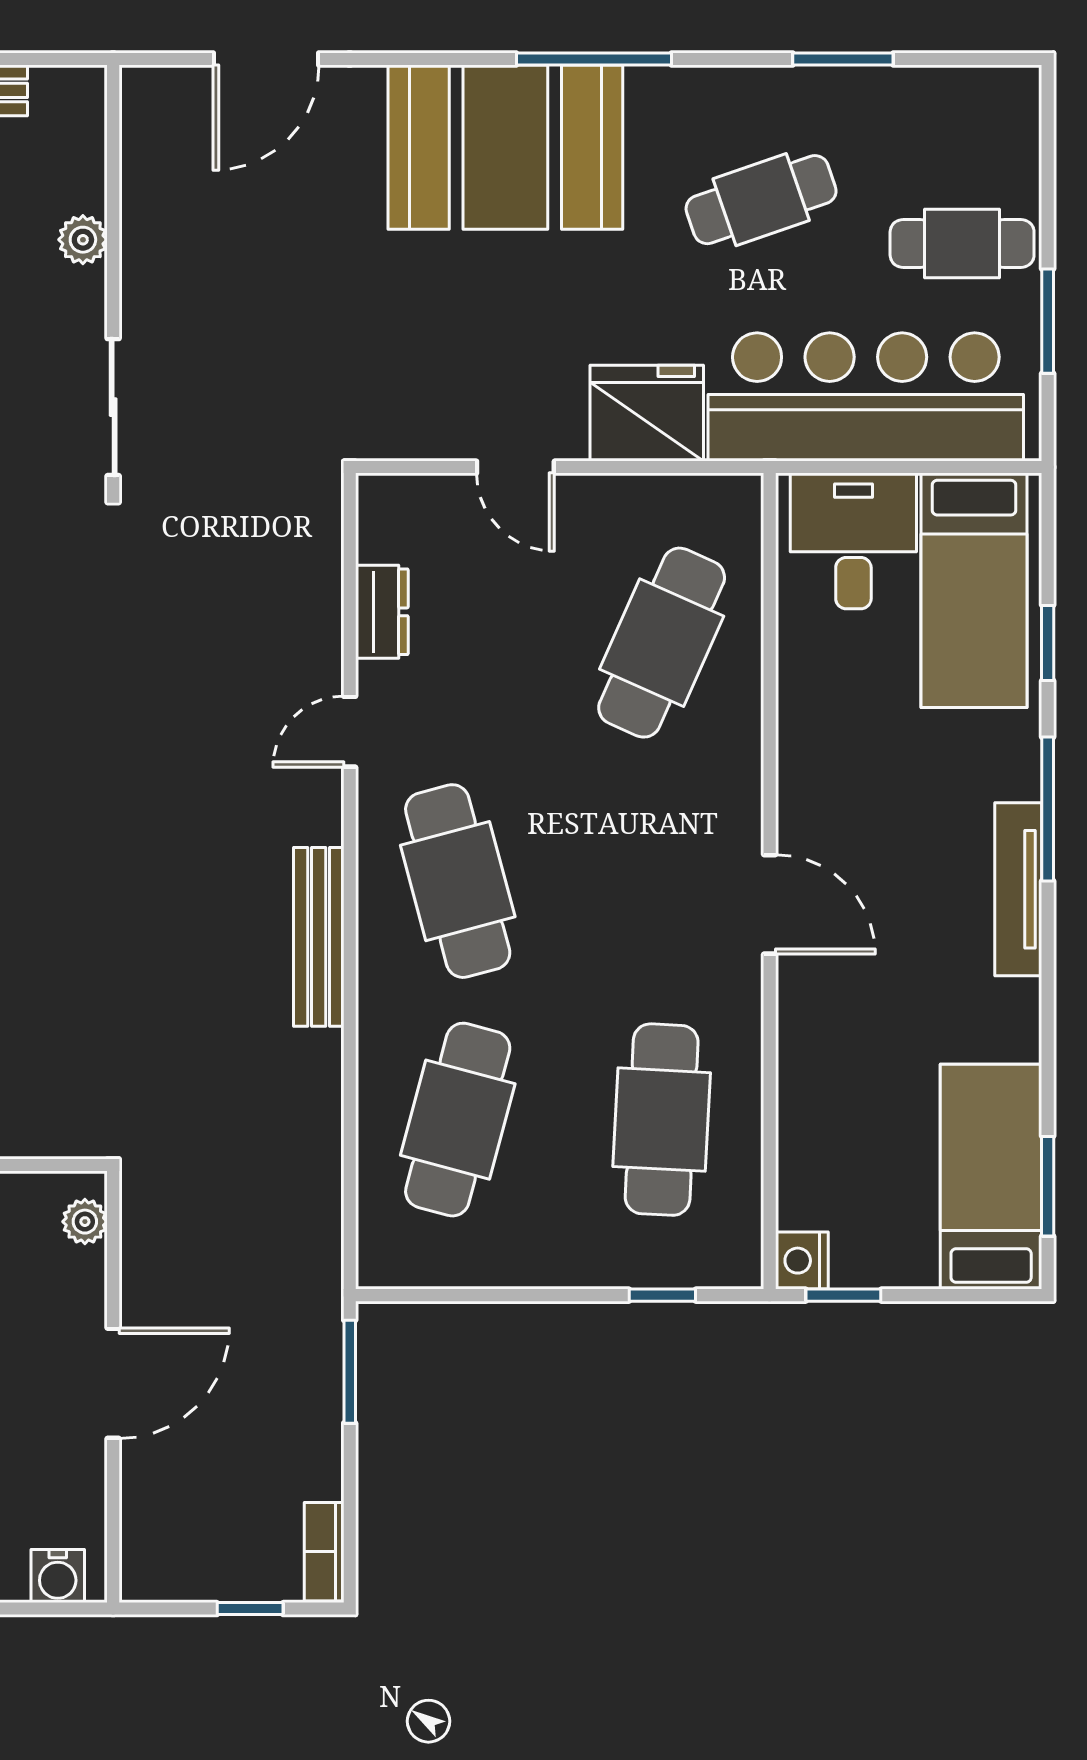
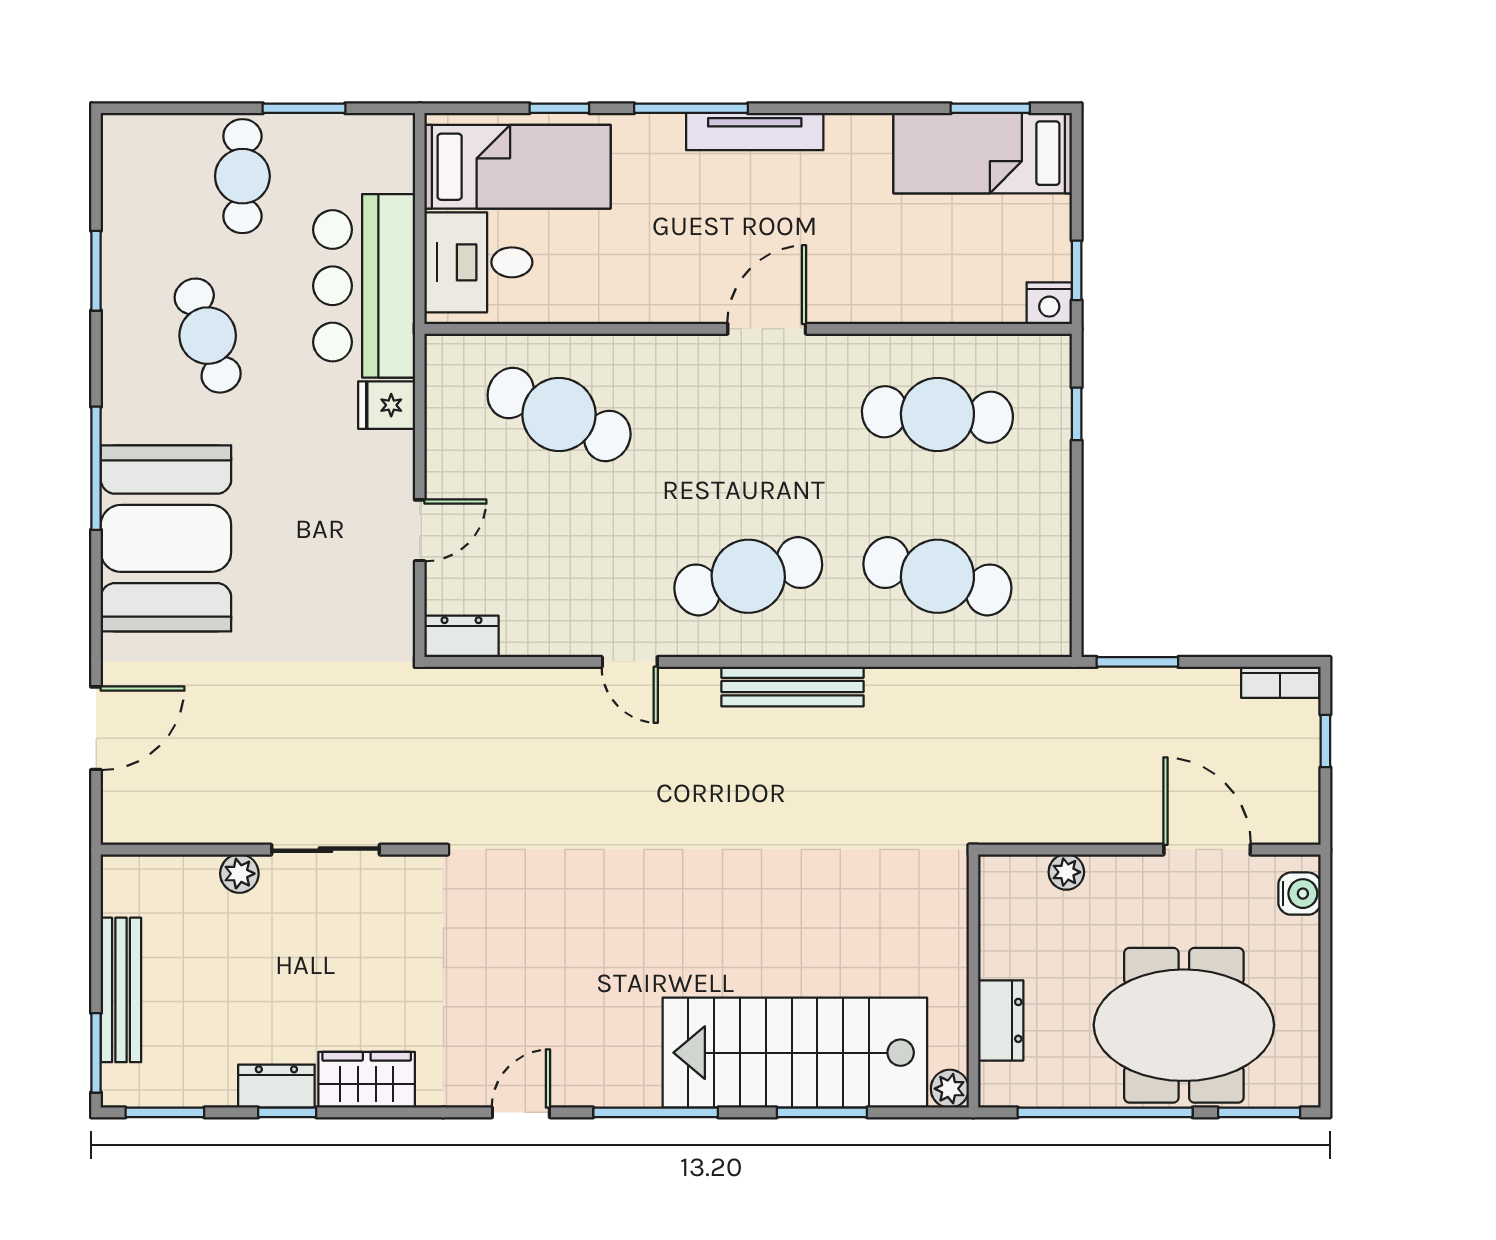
door: (266, 59) -> (96, 728), hinge flipped
bar counter: (866, 397) -> (364, 286), width x0.73
sliding door: (113, 407) -> (326, 850), moved
fridge: (647, 413) -> (387, 405), width x0.53, depth x0.75
dresser: (382, 612) -> (462, 636), moved
plant: (85, 1222) -> (1066, 872), moved
door: (113, 1383) -> (1207, 850), moved

